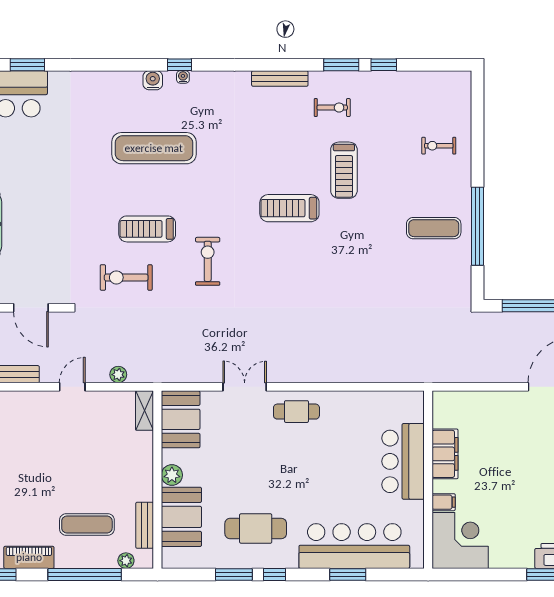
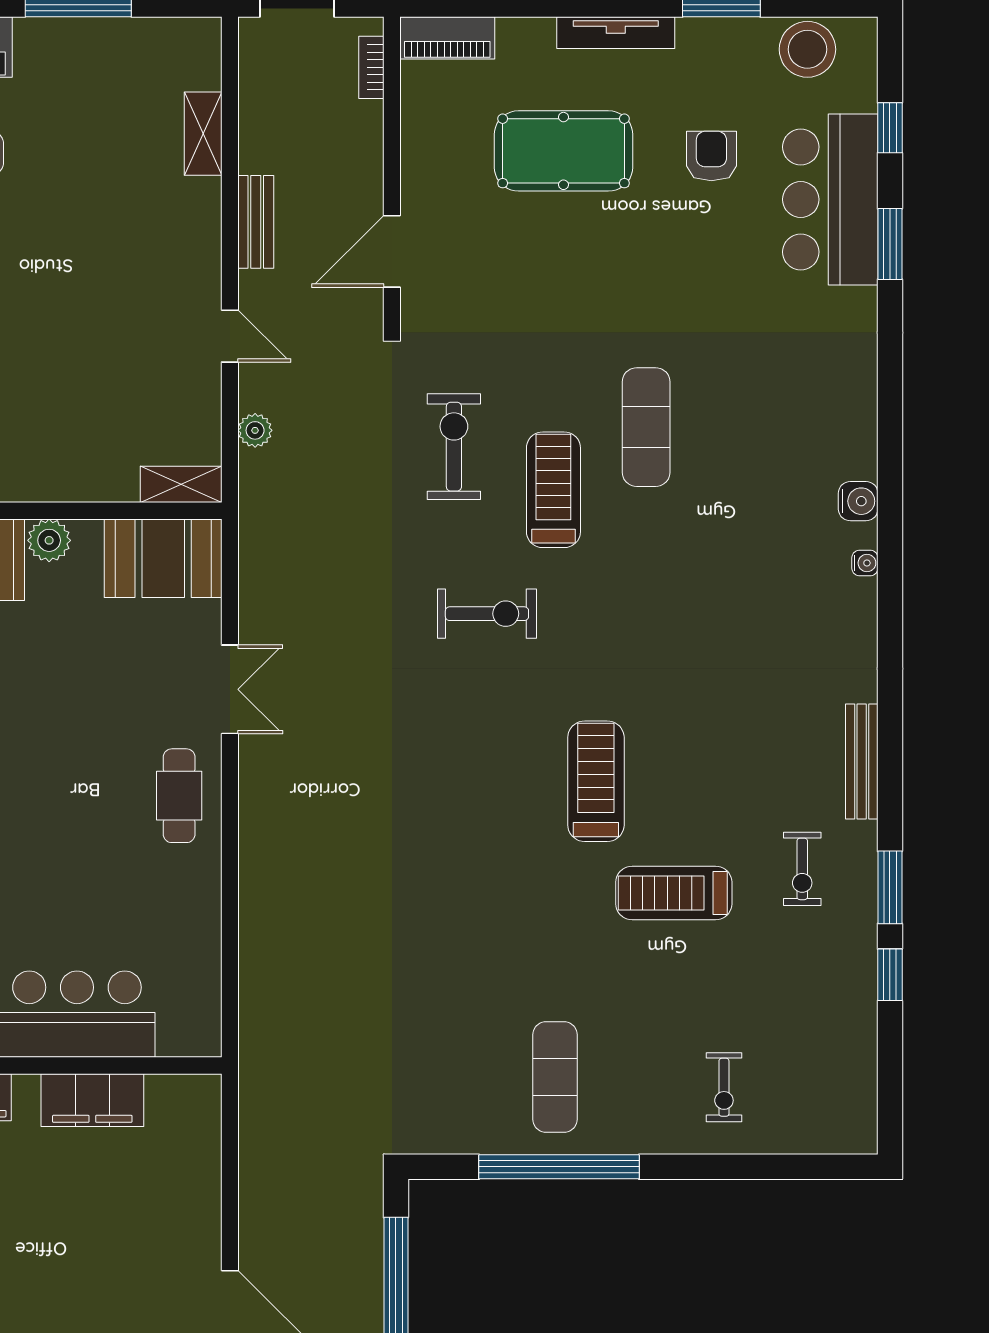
window: (180, 65) -> (890, 556), removed
exercise bike: (439, 146) -> (724, 1087), turned 180
exercise mat: (154, 148) -> (646, 427), moved, width x0.73, depth x0.69

